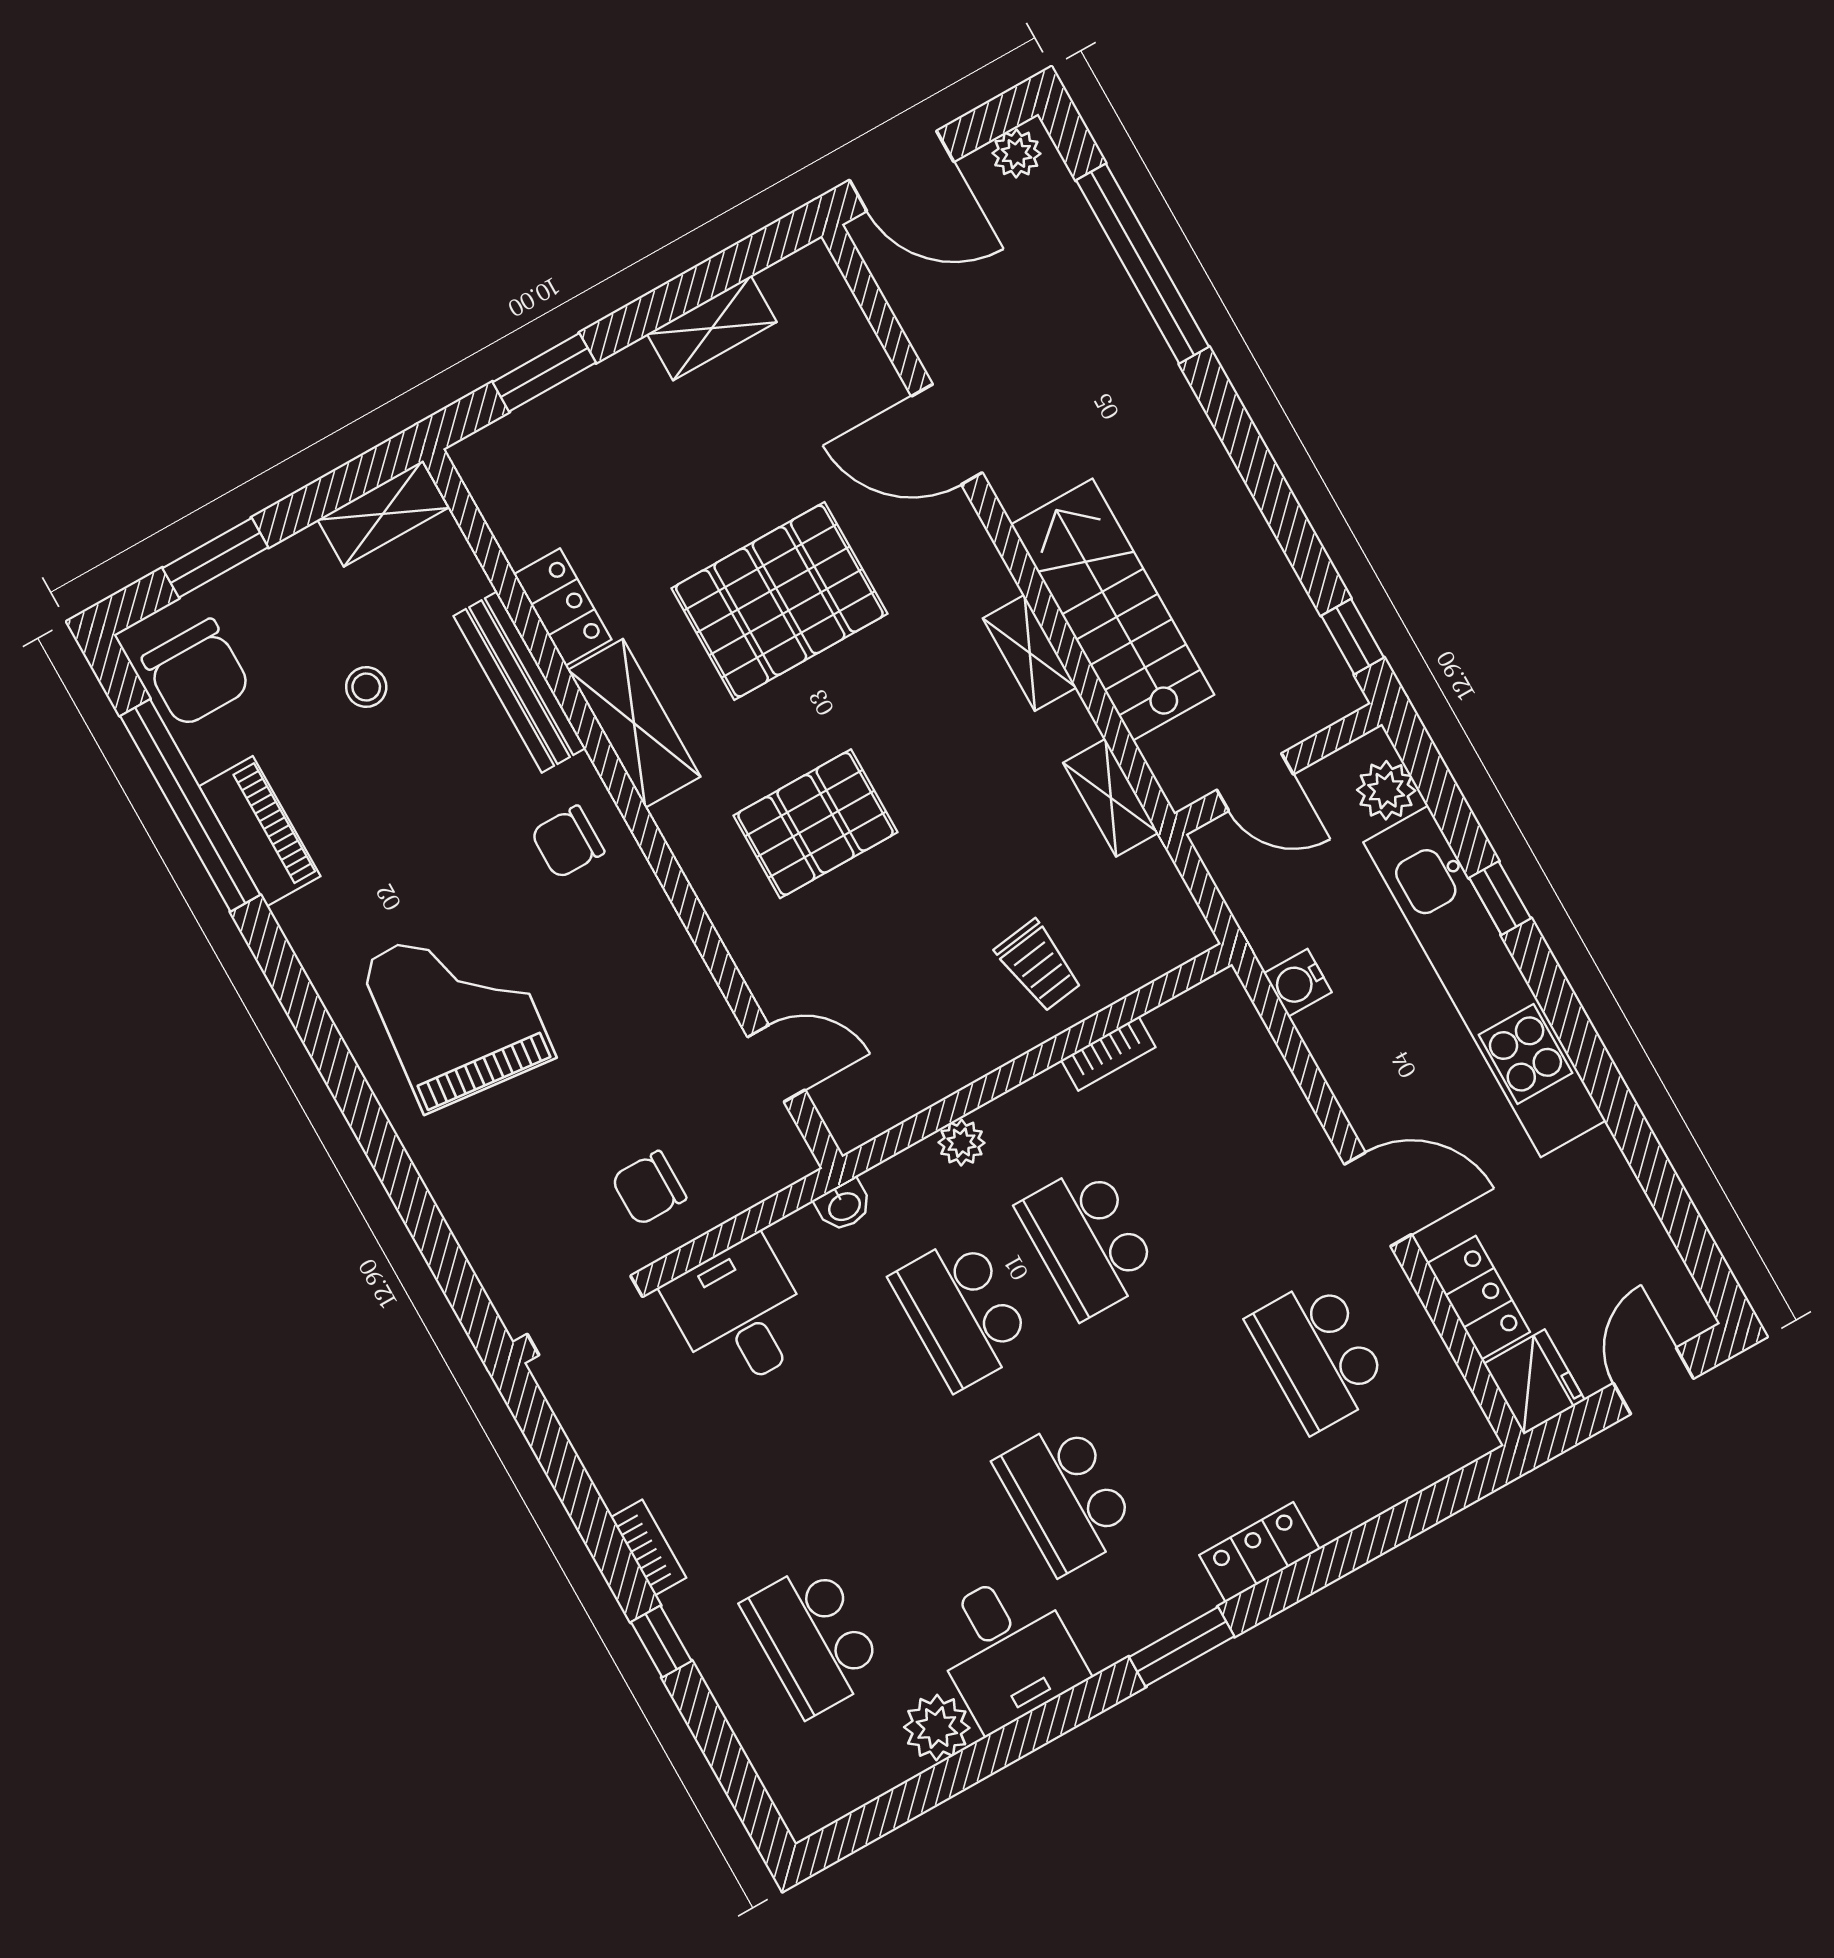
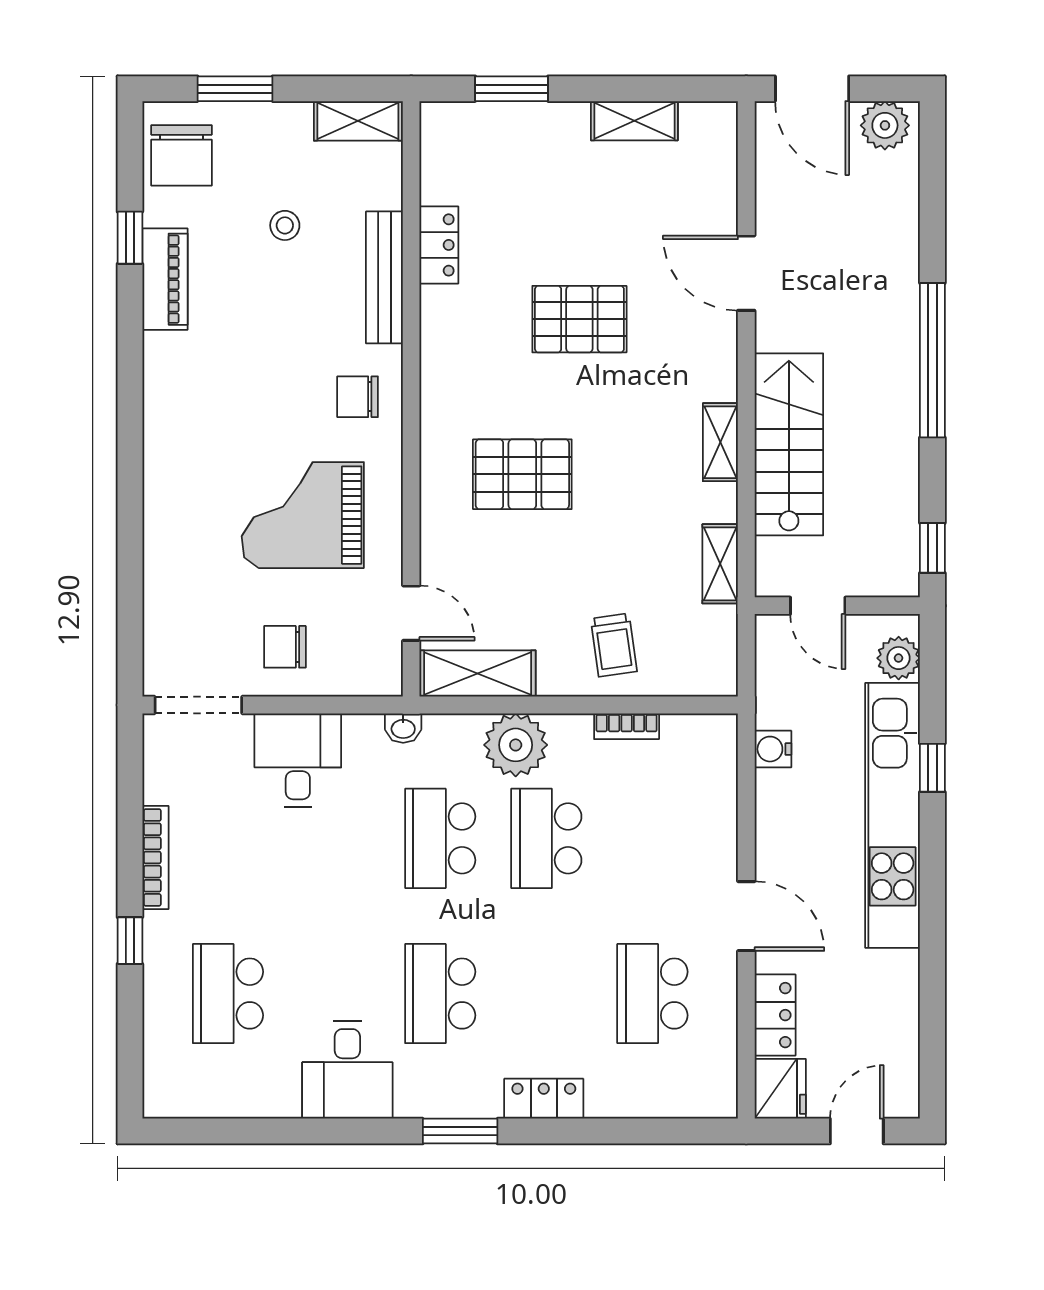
plant: (1016, 153) -> (885, 125), width x1.38, depth x1.38
window: (1142, 264) -> (932, 360), moved
pallet: (779, 601) -> (579, 319), width x0.73, depth x0.71
shelving: (634, 723) -> (478, 673), moved, turned 90
window: (190, 805) -> (130, 238), width x0.32
grand piano: (457, 1010) -> (303, 515), moved, turned -96
plant: (961, 1143) -> (516, 745), width x1.88, depth x1.88
bookcase: (648, 1548) -> (156, 857), width x1.56
plant: (937, 1728) -> (275, 1095), removed

